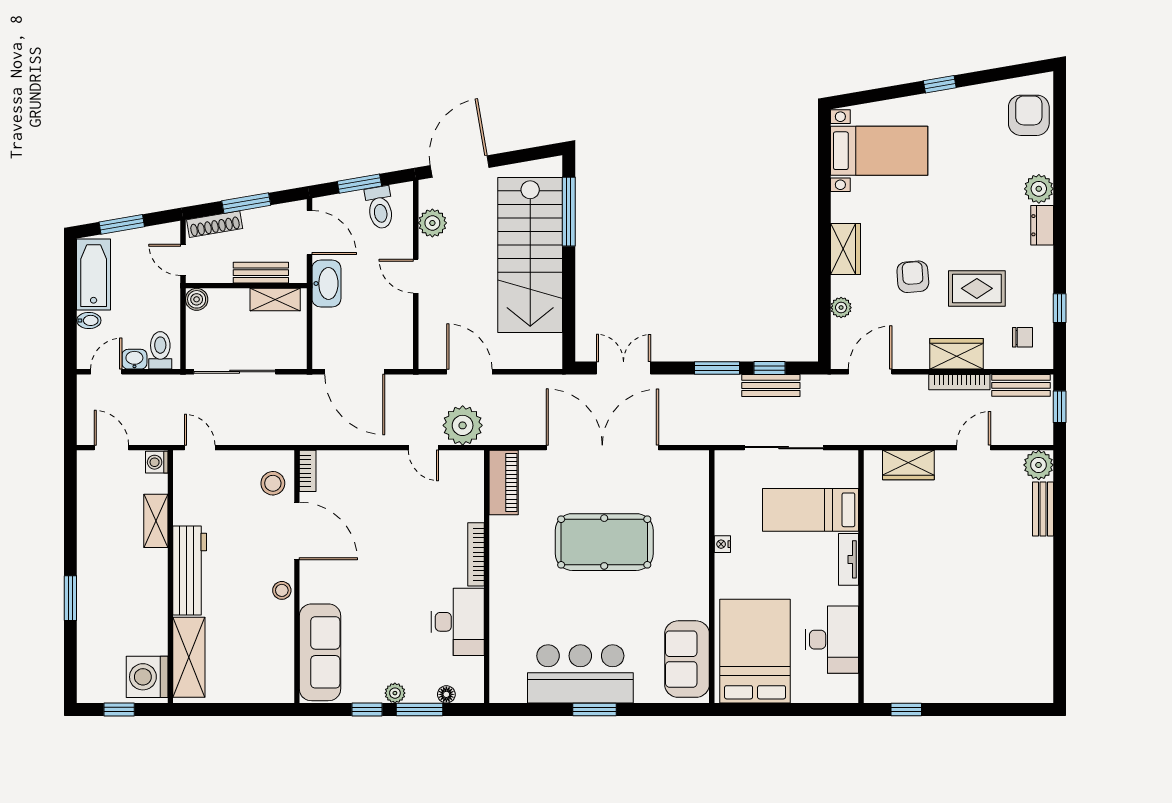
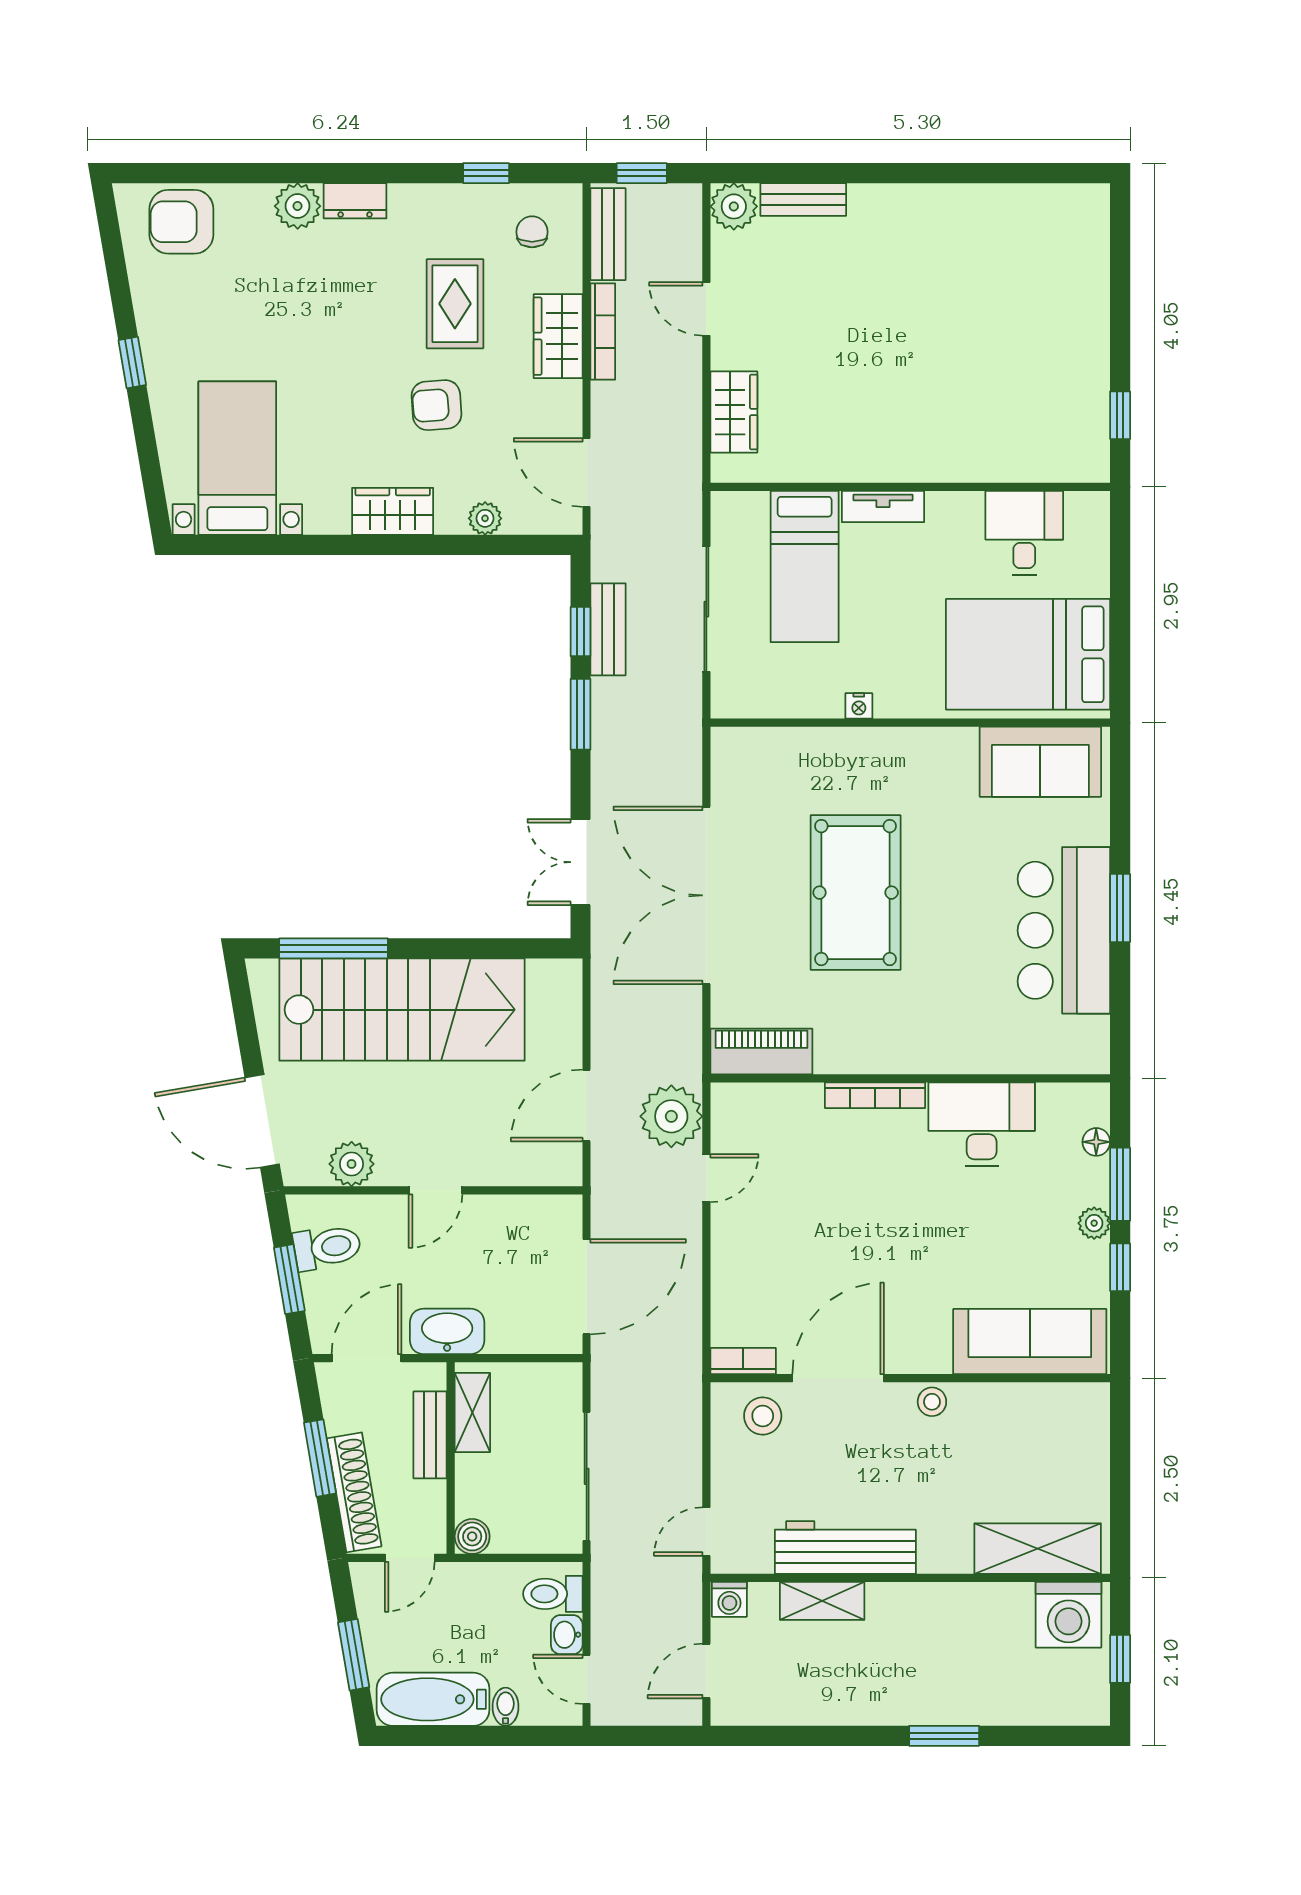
shoe rack: (215, 224) -> (354, 1492), width x1.36, depth x1.24
workbench: (190, 571) -> (845, 1548), moved
desk: (832, 640) -> (1024, 533), width x0.73

